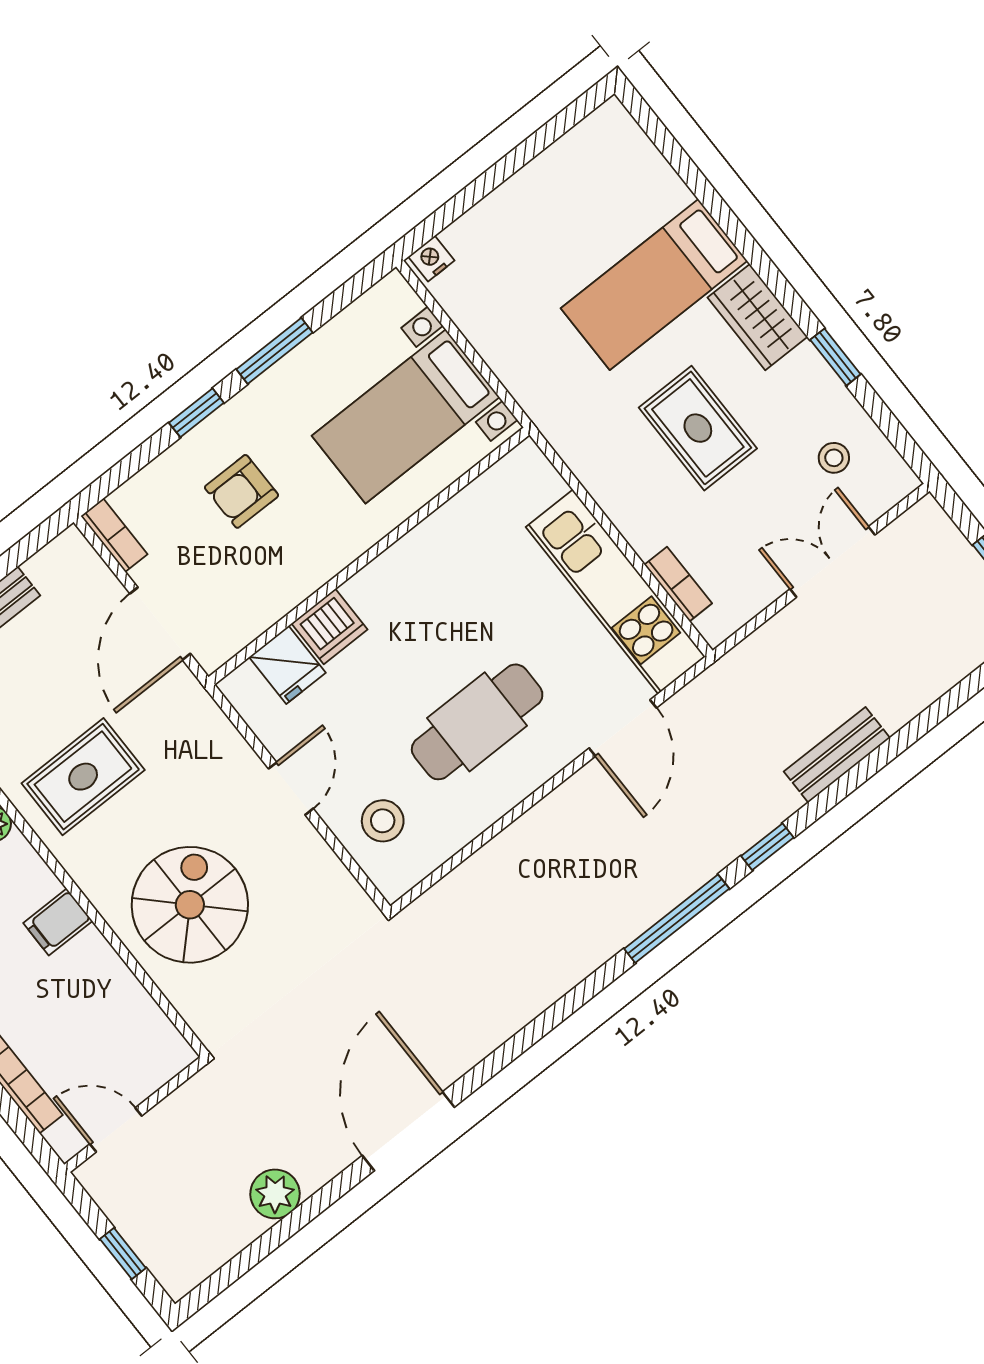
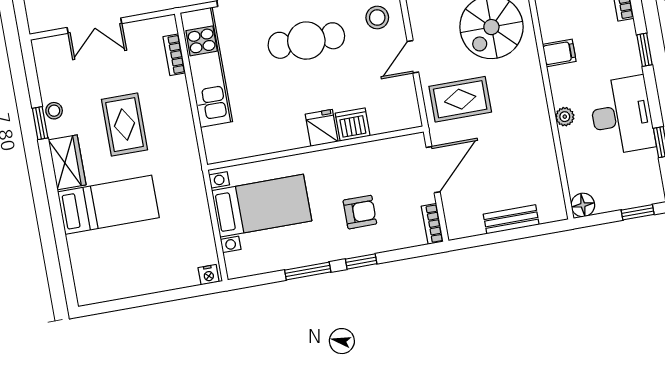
stool: (834, 458) -> (54, 111), moved
fridge: (287, 665) -> (322, 128), moved
rug: (83, 777) -> (460, 99), moved

